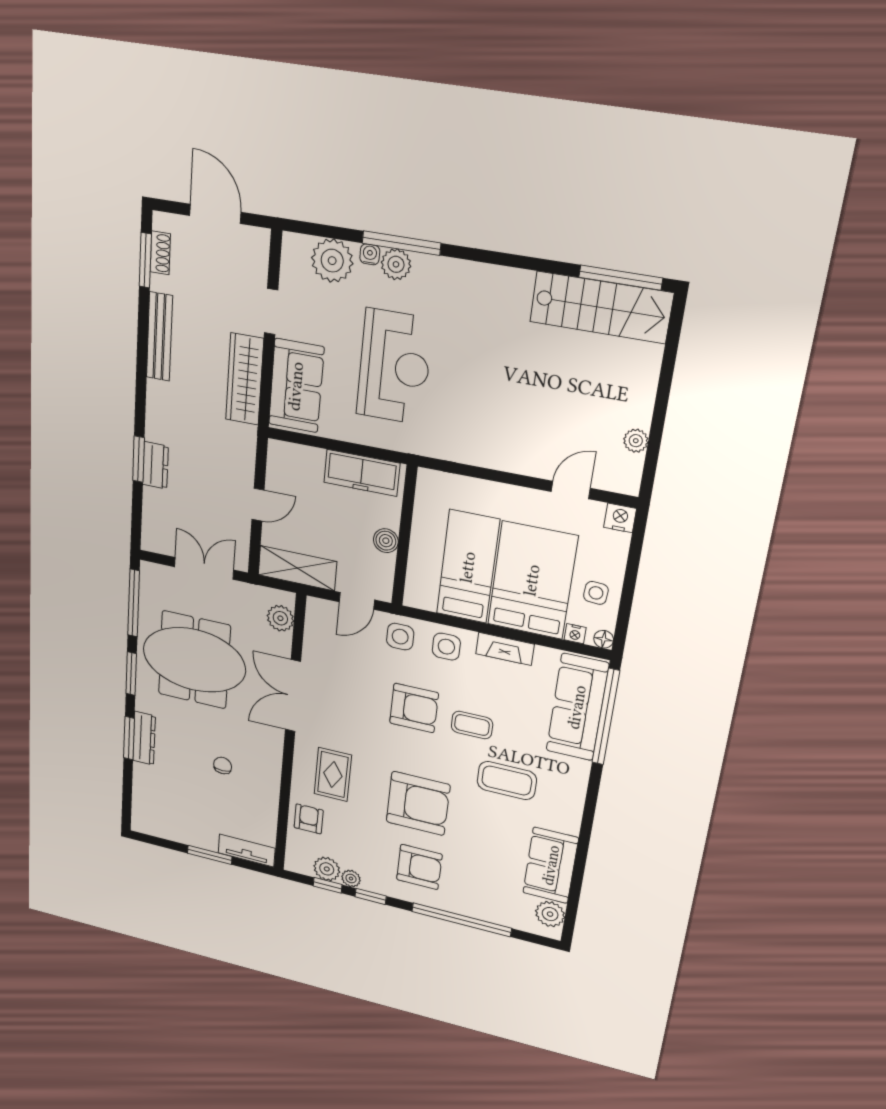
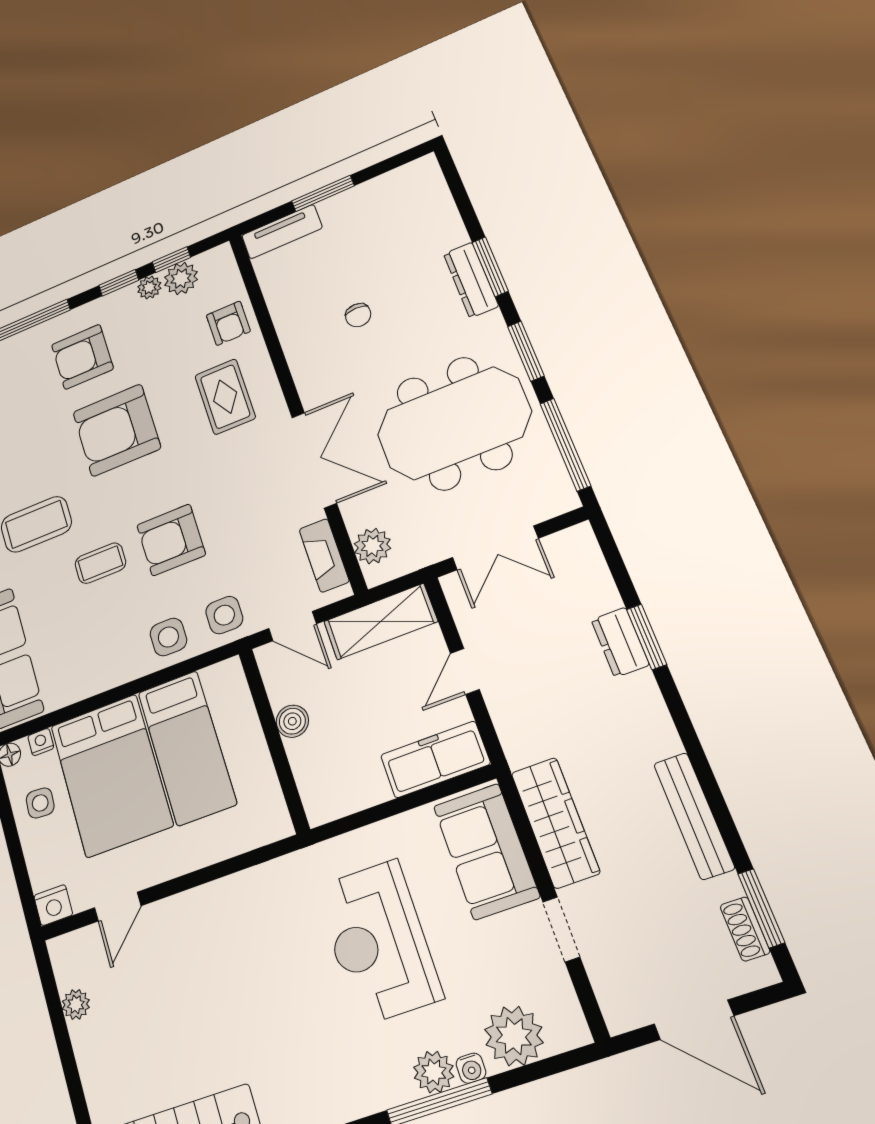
freezer: (362, 473) -> (435, 759), moved
door: (357, 601) -> (293, 626), swing flipped
fireplace: (505, 649) -> (324, 555), moved, turned -90

